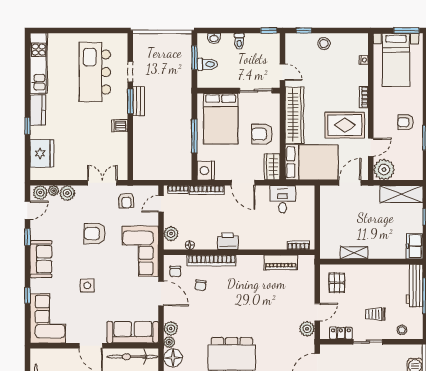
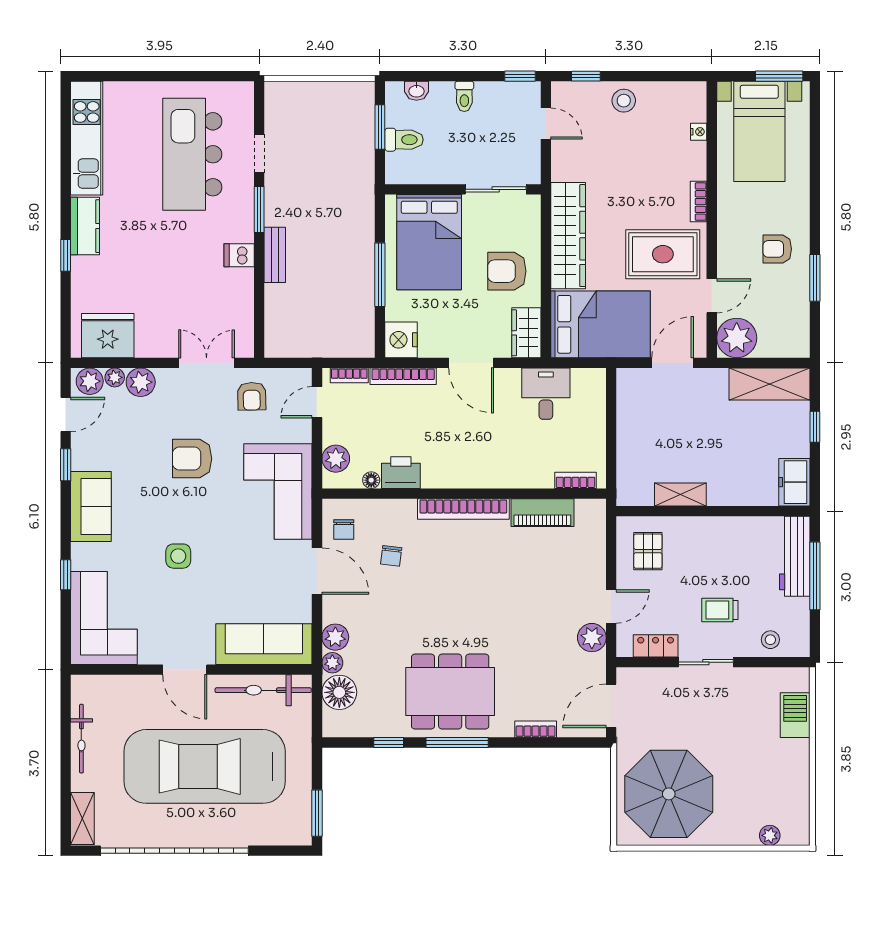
door: (283, 72) -> (546, 124), moved
bench: (139, 101) -> (275, 255), moved
fridge: (42, 153) -> (108, 336), moved, turned -90
printer: (228, 241) -> (401, 473), moved
bookcase: (212, 260) -> (463, 509), moved

